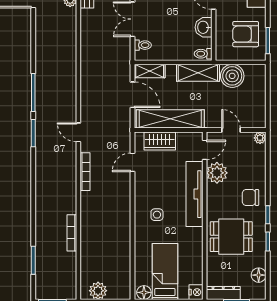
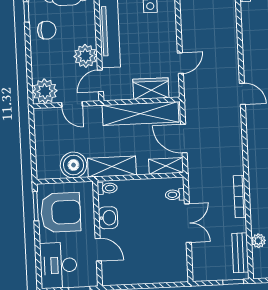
armchair: (246, 34) -> (61, 212), width x1.36, depth x1.36
plant: (260, 138) -> (45, 91), width x1.88, depth x1.88
bookcase: (85, 172) -> (240, 197), moved

